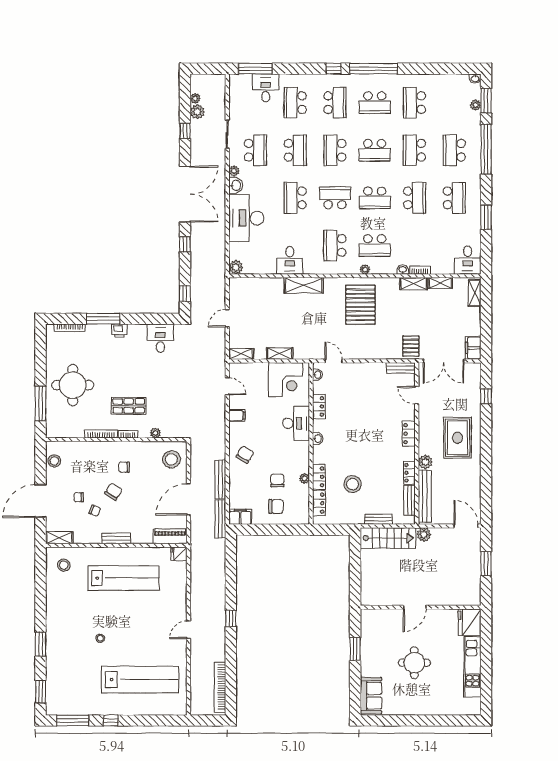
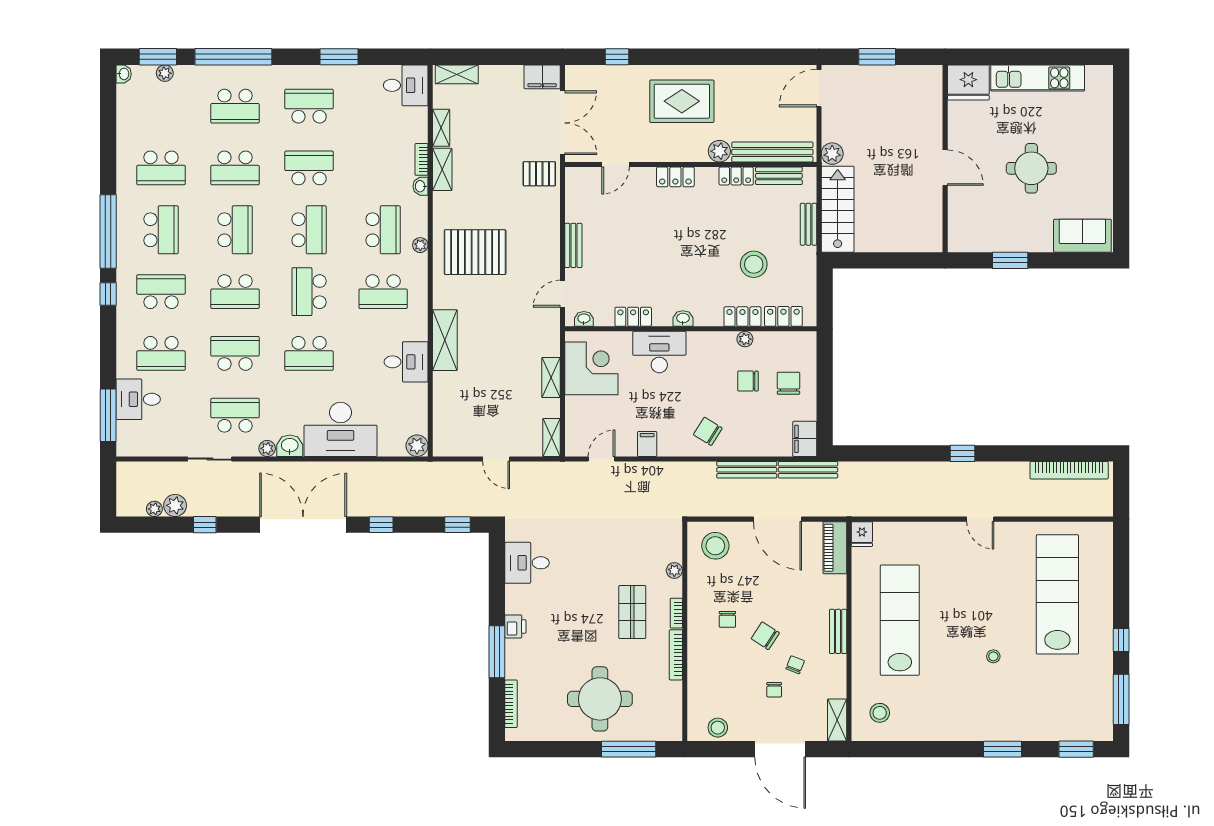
bench: (401, 368) -> (573, 245), moved

